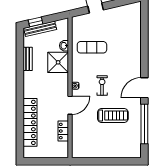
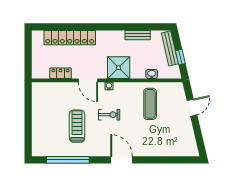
window: (35, 22) -> (180, 57), moved
shower: (58, 62) -> (119, 68), moved
door: (144, 88) -> (122, 160), moved
treadmill: (113, 116) -> (77, 126), turned 180

